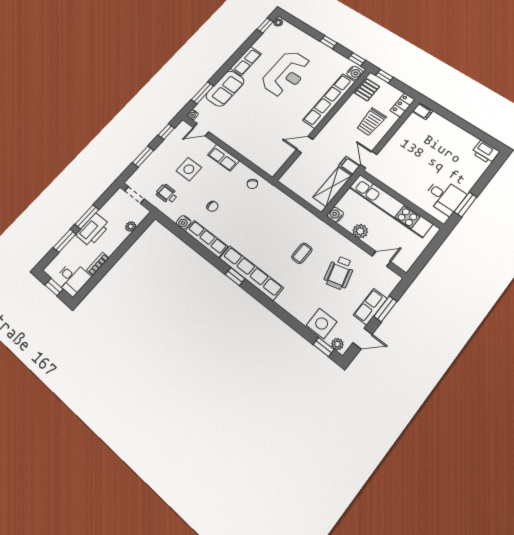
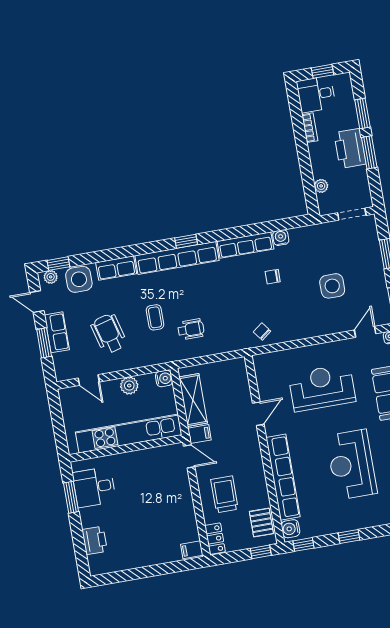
reception desk: (256, 124) -> (322, 388), added
printer: (485, 152) -> (95, 540), moved, turned 90
row of seats: (224, 158) -> (116, 268), moved, turned 180
wheelchair: (167, 194) -> (191, 329), moved
door: (381, 259) -> (89, 380), hinge flipped
door: (363, 338) -> (37, 302), hinge flipped

